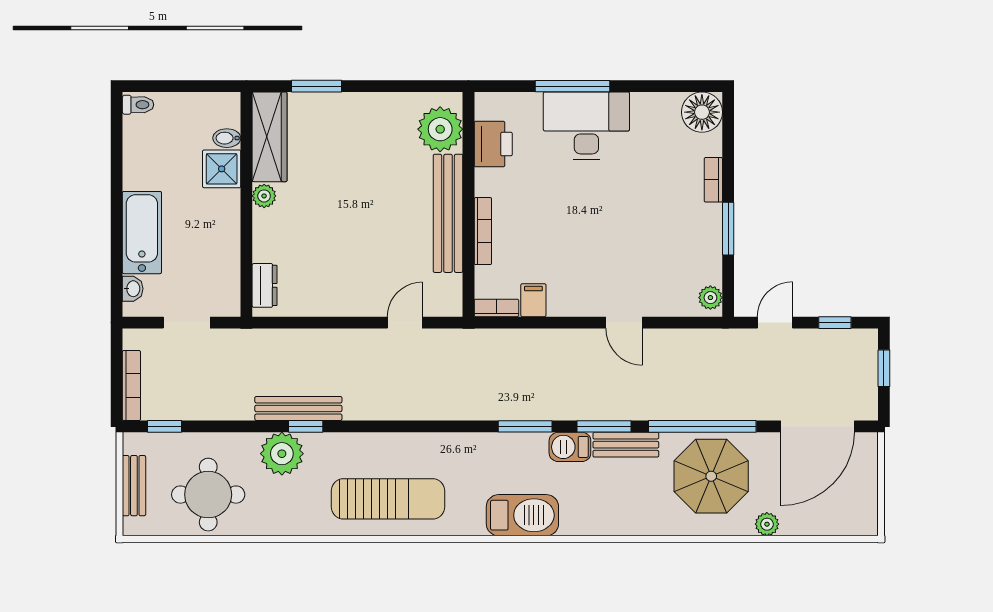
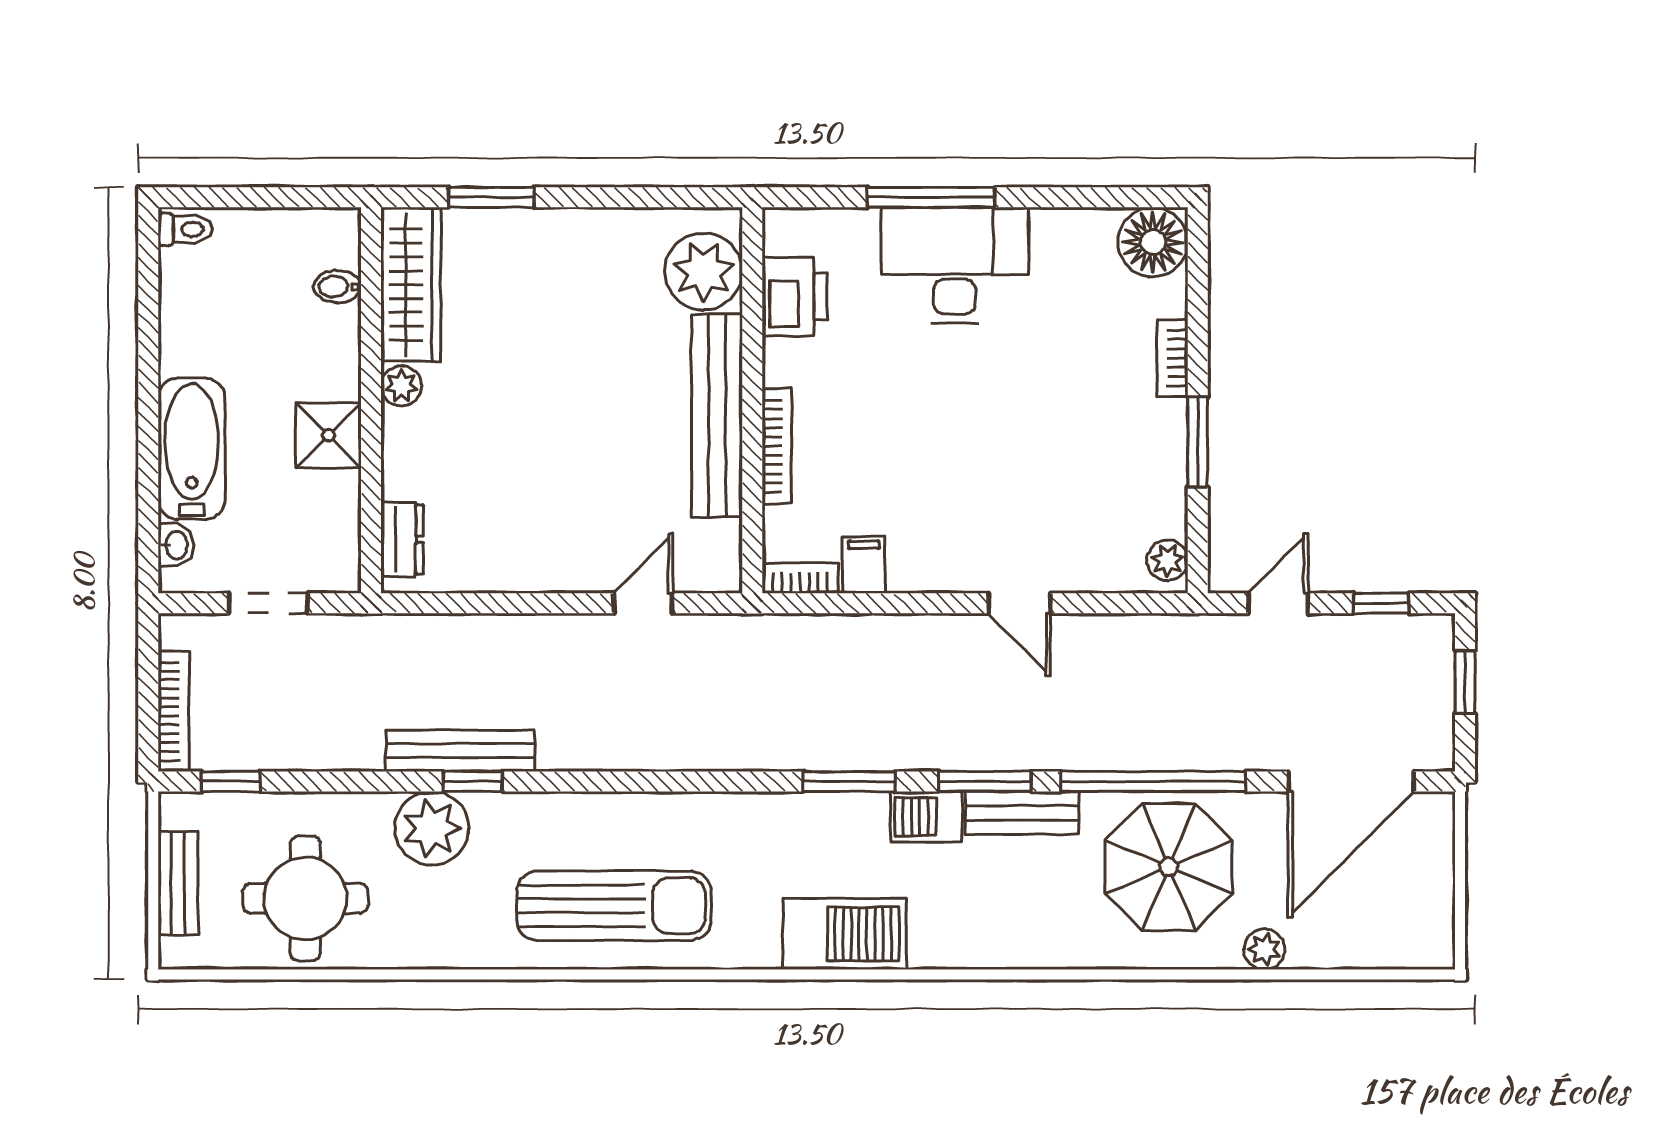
shower: (222, 169) -> (328, 435), moved

